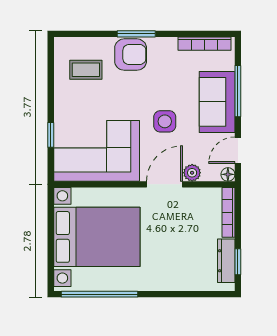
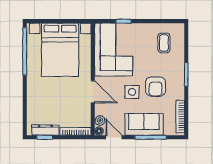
armchair: (131, 55) -> (156, 87), moved
plant: (192, 173) -> (100, 121), moved

